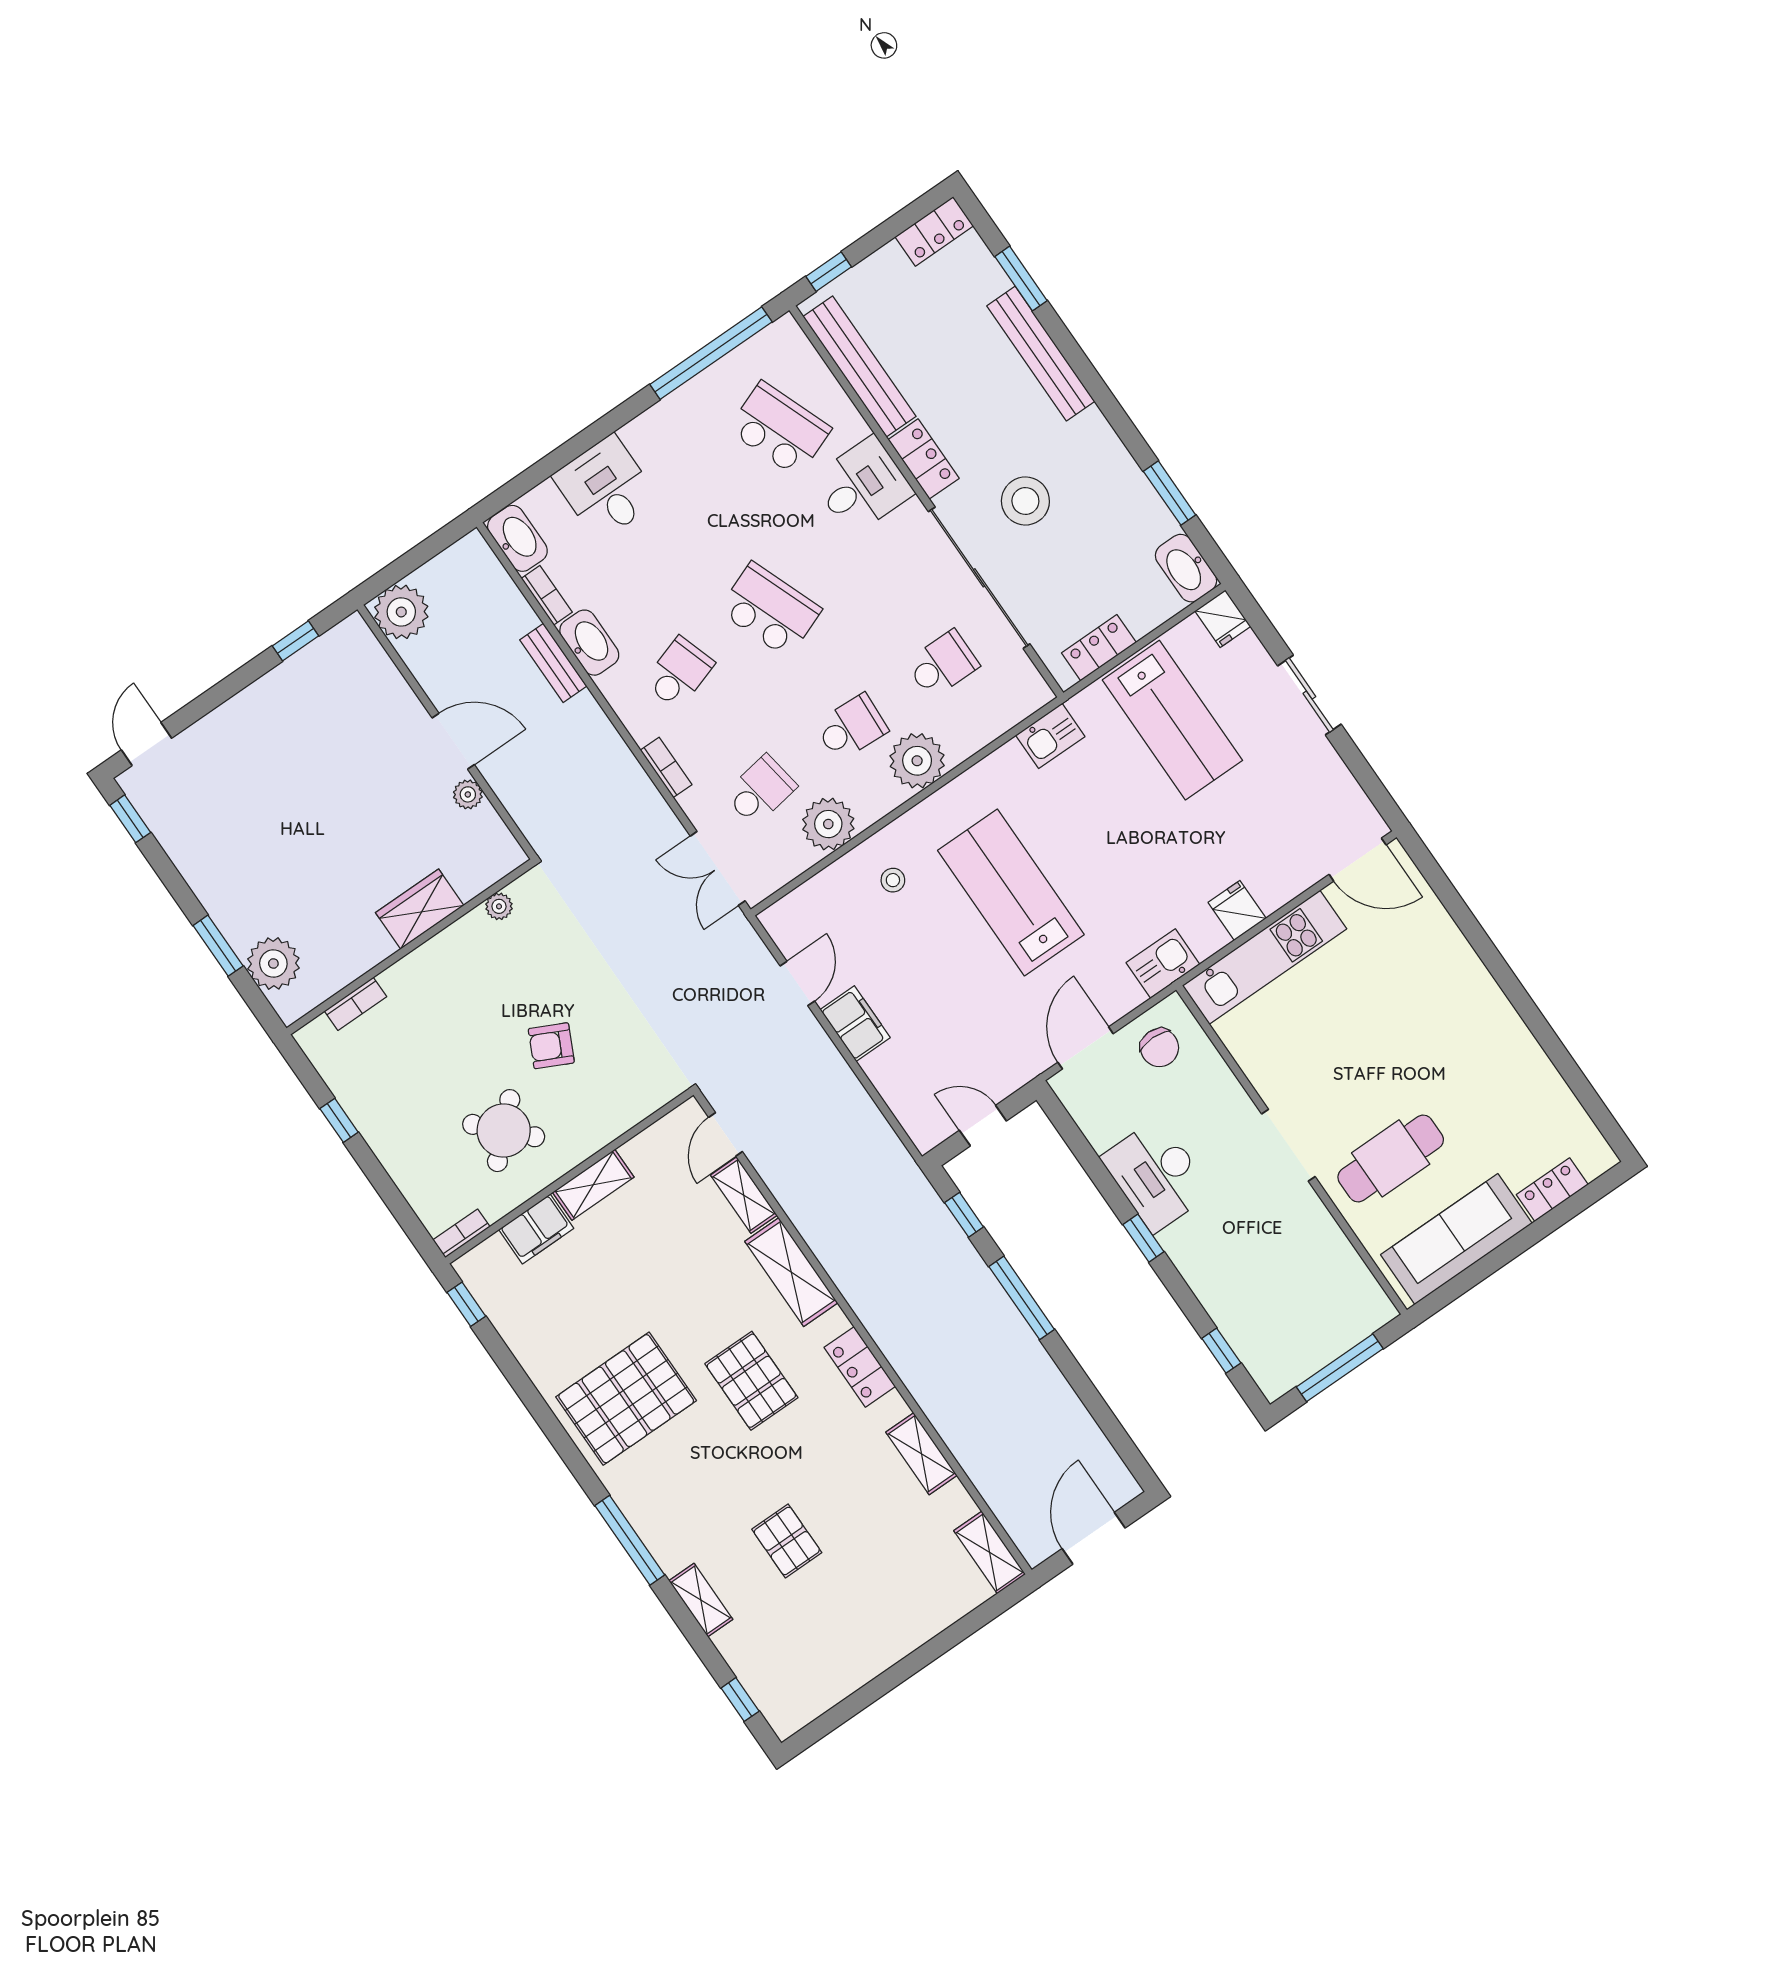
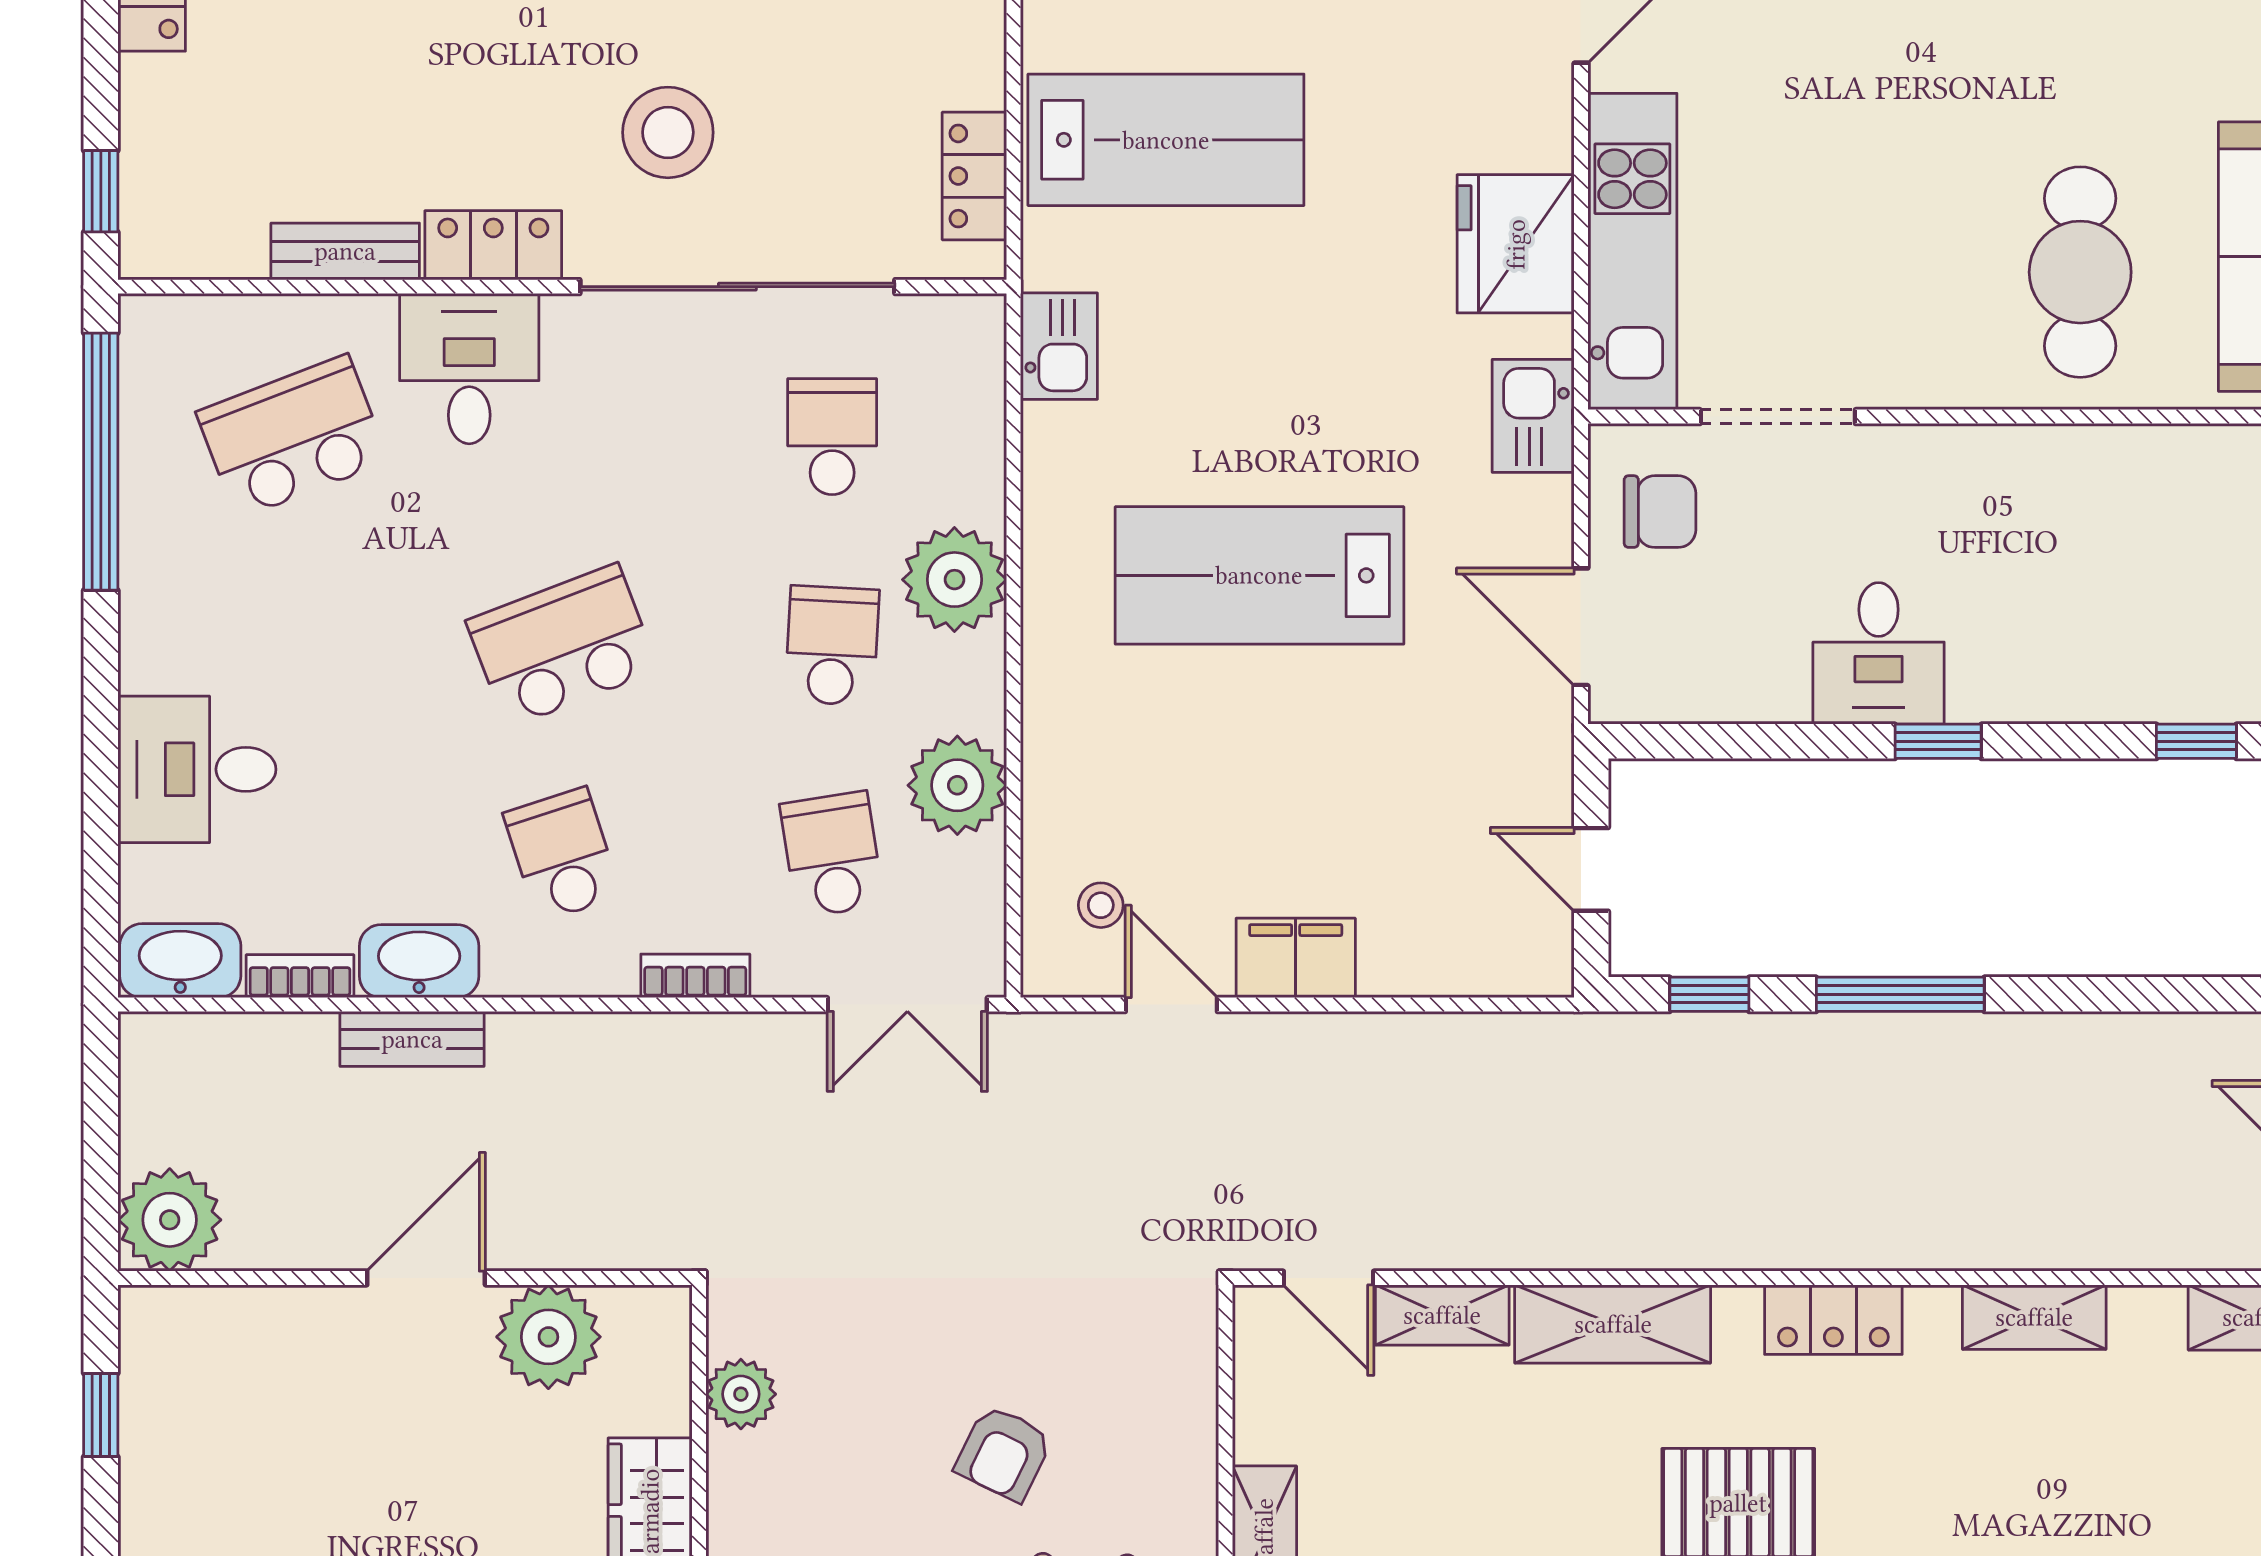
bench: (859, 366) -> (345, 251), width x0.54, depth x0.82
plant: (468, 794) -> (548, 1337), width x1.87, depth x1.87
stool: (893, 880) -> (1101, 905), moved
plant: (499, 906) -> (741, 1394), width x1.38, depth x1.38
fridge: (1237, 910) -> (1516, 244), width x1.88, depth x1.34
door: (983, 1126) -> (1591, 869), hinge flipped
doorway: (1288, 1145) -> (1778, 417), moved
desk: (1156, 1175) -> (1879, 653), width x0.73

